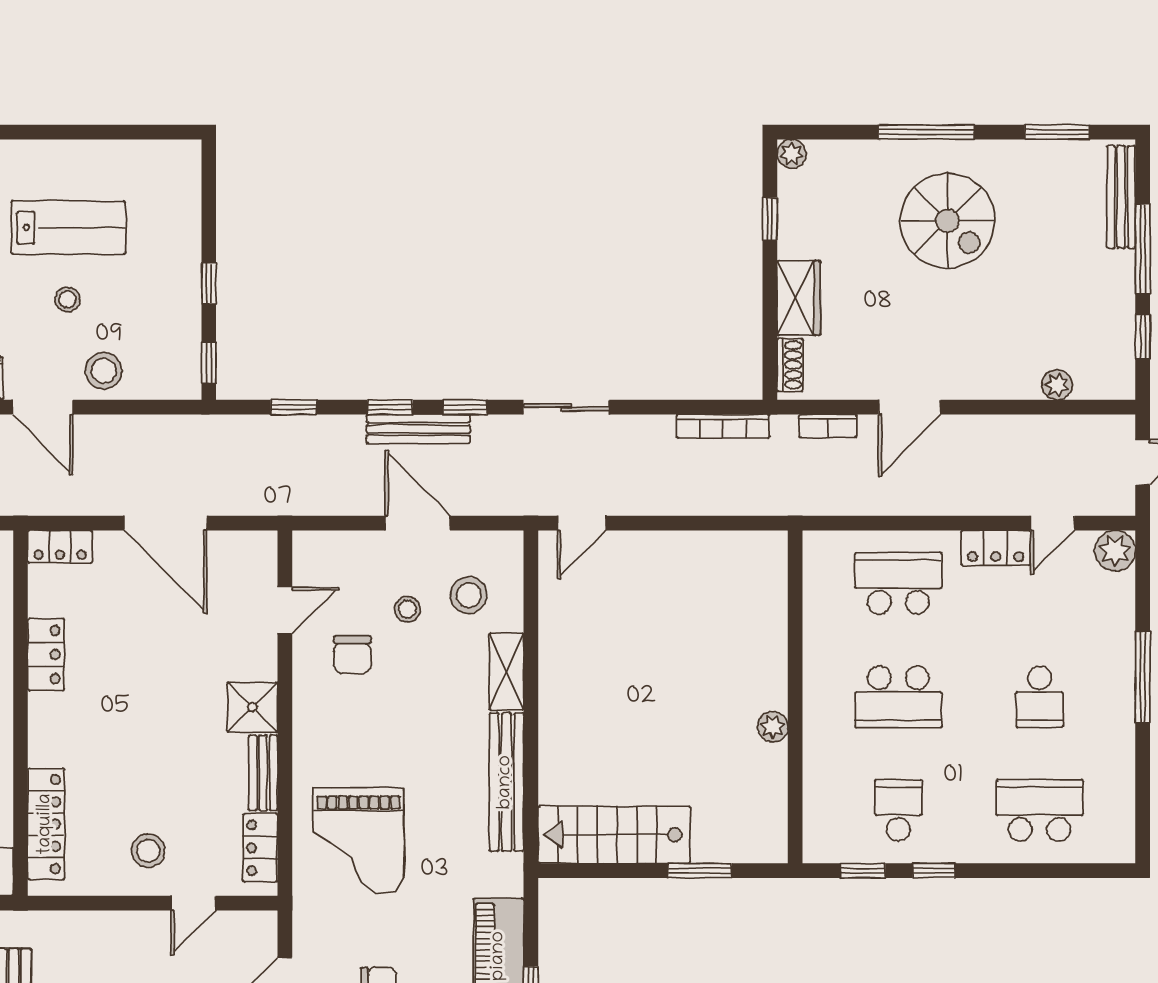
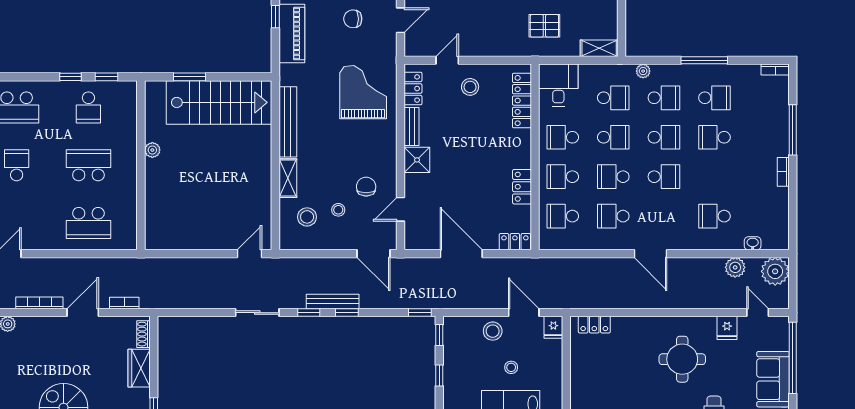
window: (294, 407) -> (420, 313), moved
bookcase: (723, 426) -> (39, 303), moved
door: (417, 523) -> (373, 254), moved
locker: (996, 548) -> (39, 241), removed
stairs: (614, 835) -> (219, 102), width x1.36, depth x1.51

